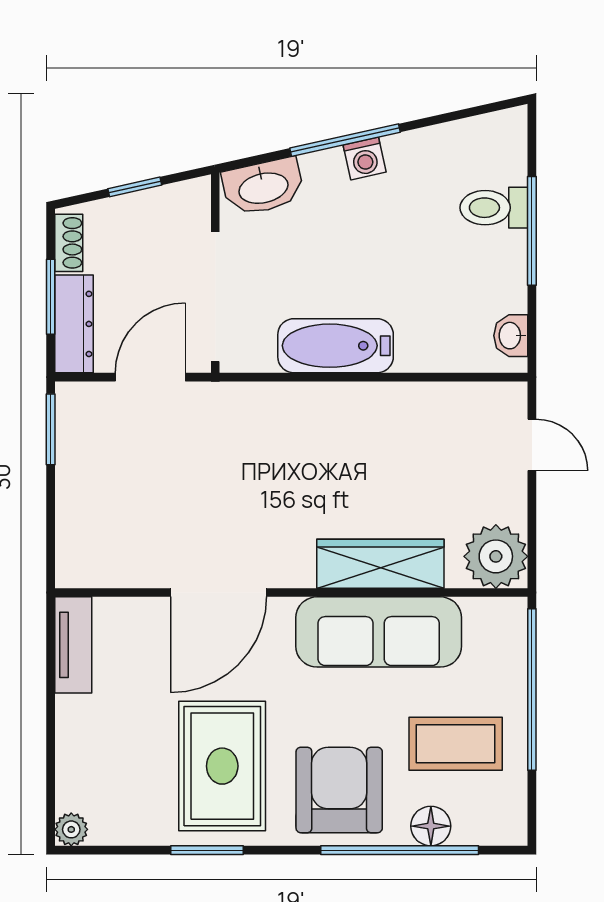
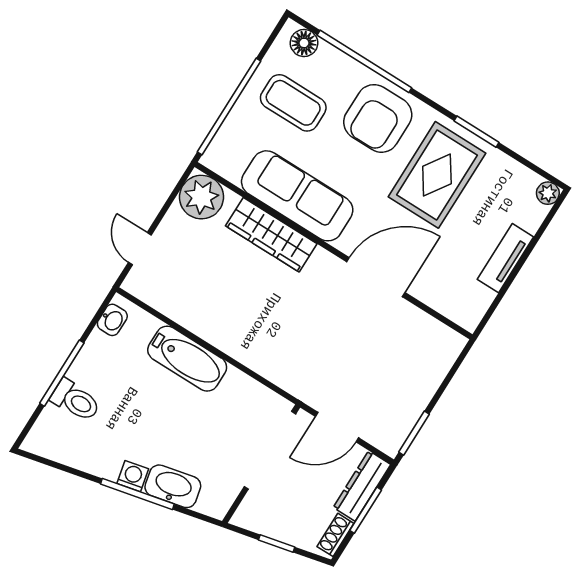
washbasin: (263, 187) -> (173, 486), moved
bathtub: (336, 346) -> (187, 359), moved
tv unit: (73, 645) -> (505, 258), moved
floor lamp: (431, 826) -> (304, 43), moved

